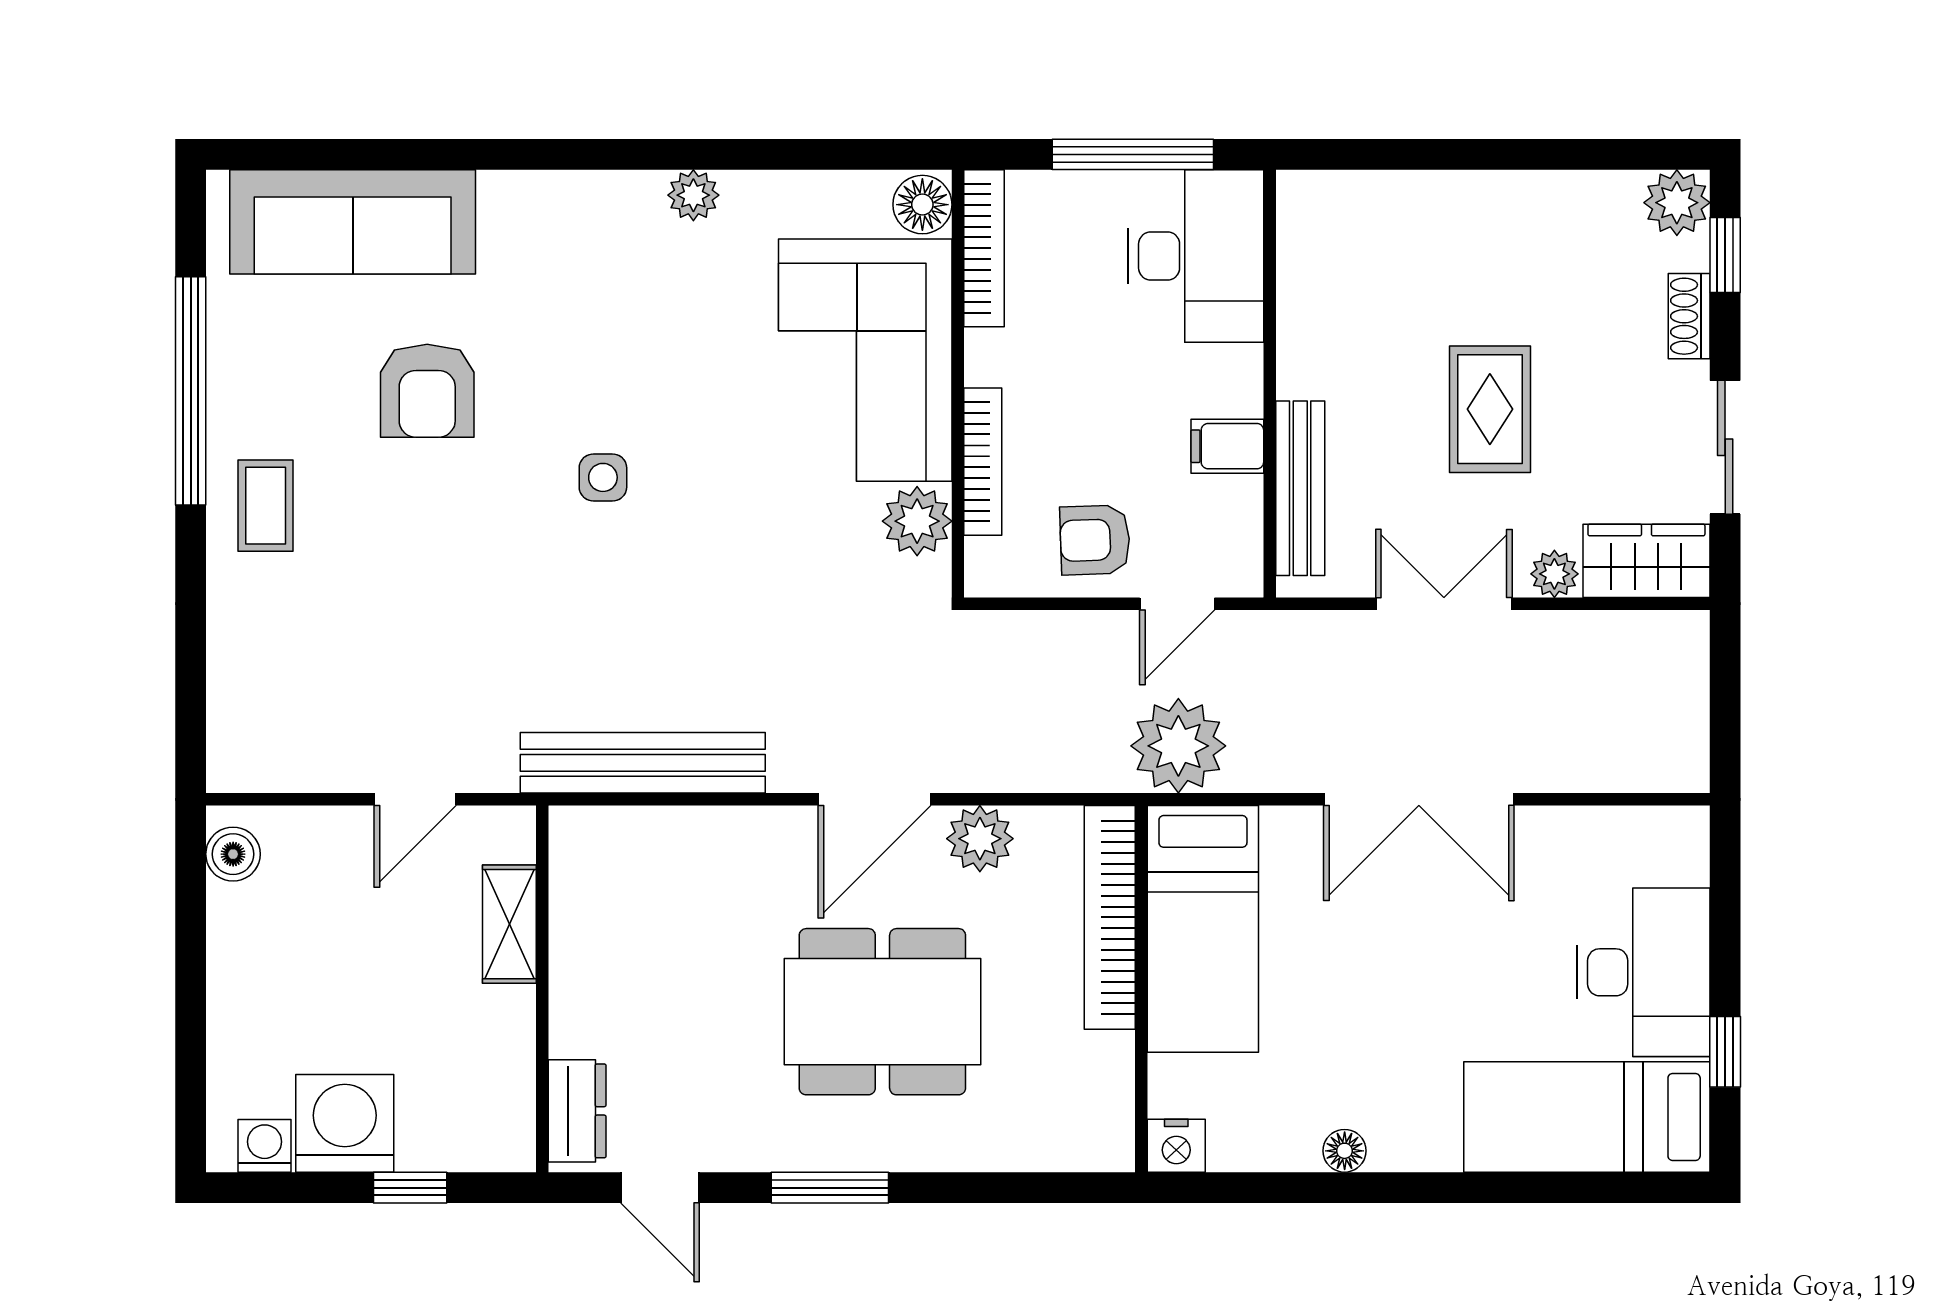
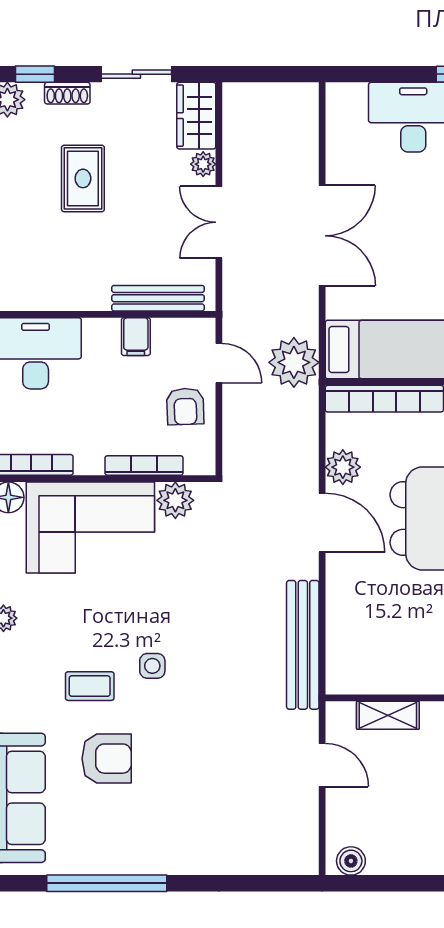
rug: (1490, 409) -> (83, 178), moved, turned 90
coffee table: (266, 506) -> (90, 686), moved

